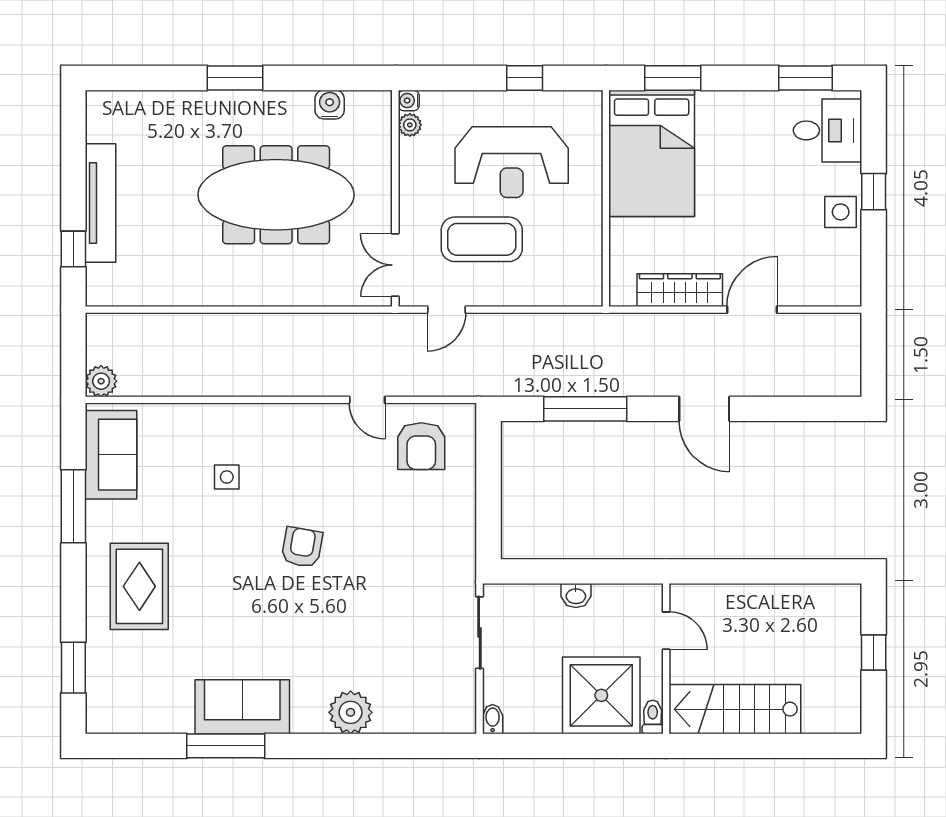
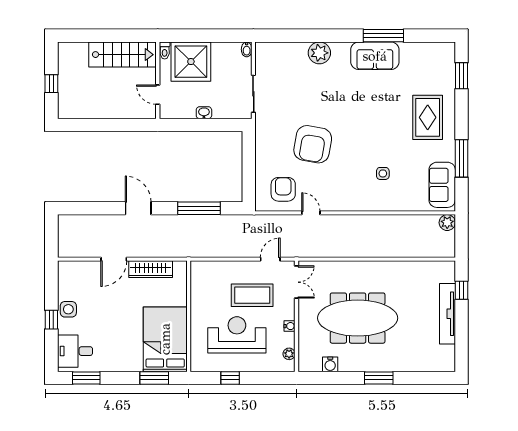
water cooler: (409, 101) -> (290, 326), moved
armchair: (302, 547) -> (313, 144), moved, width x1.88, depth x1.88

